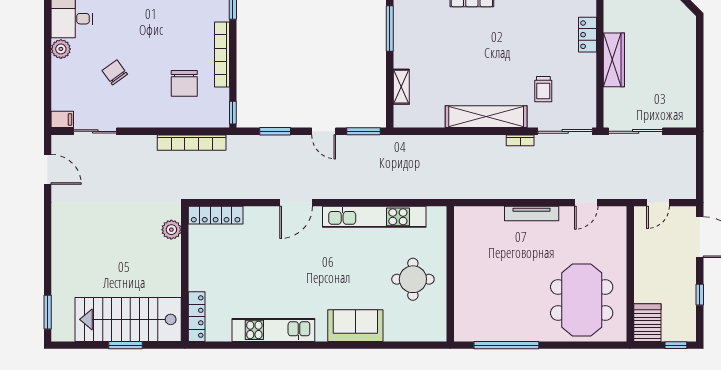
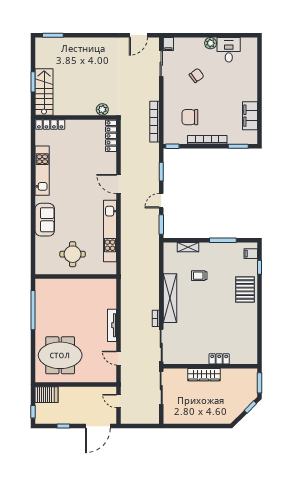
trolley: (543, 89) -> (199, 276), moved
stairs: (128, 319) -> (44, 92), width x0.73, depth x0.66

